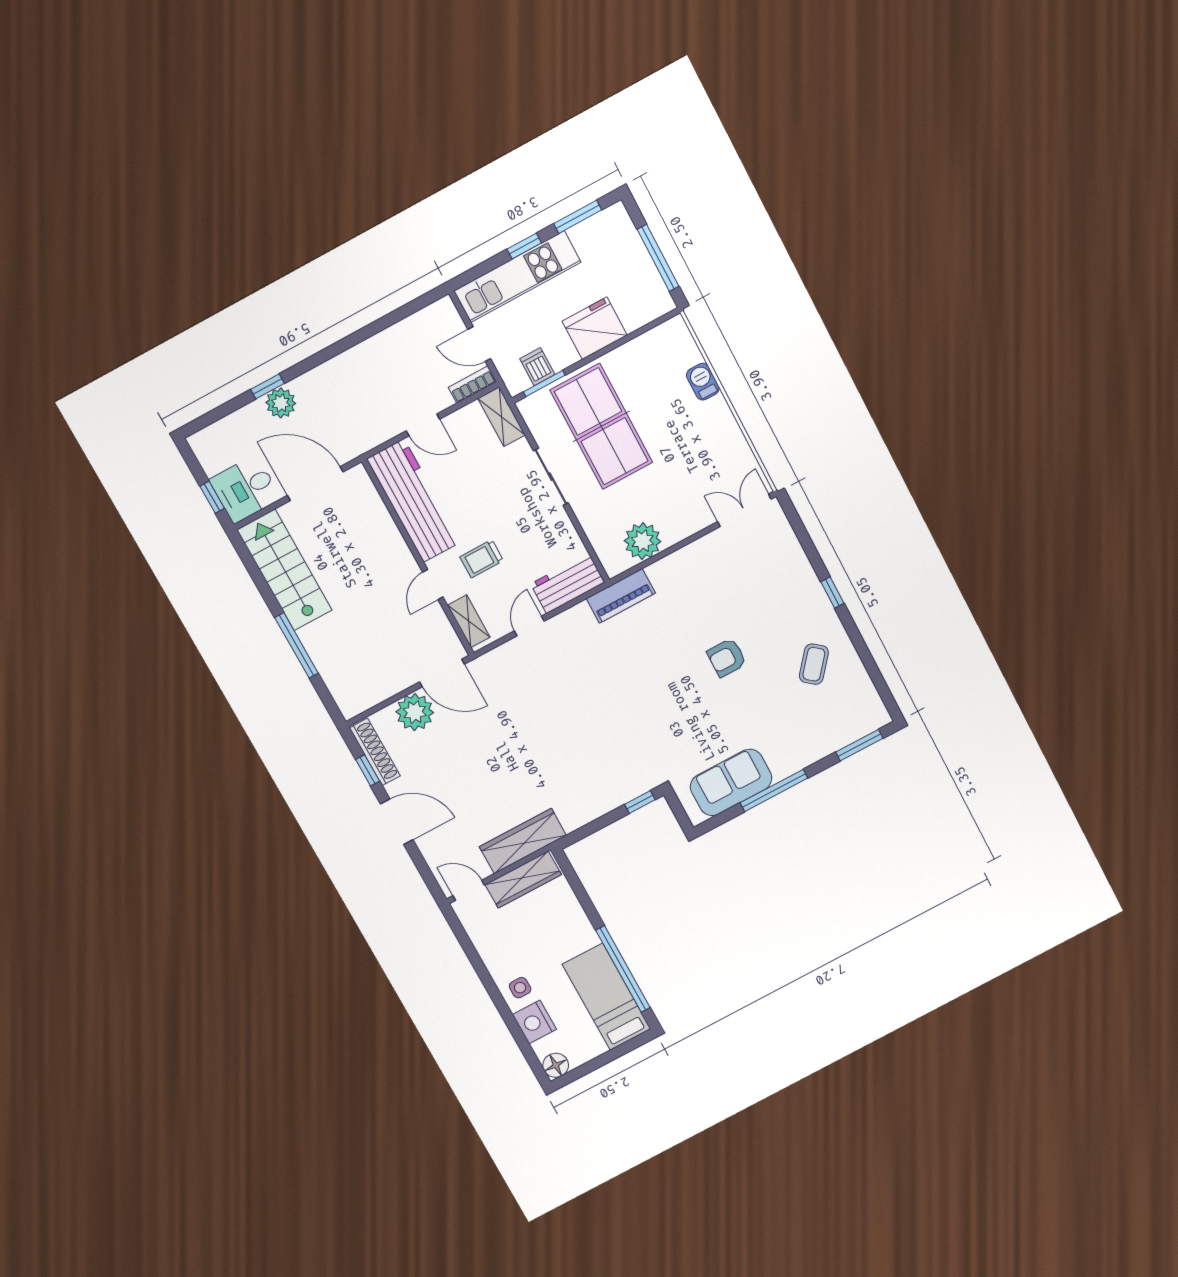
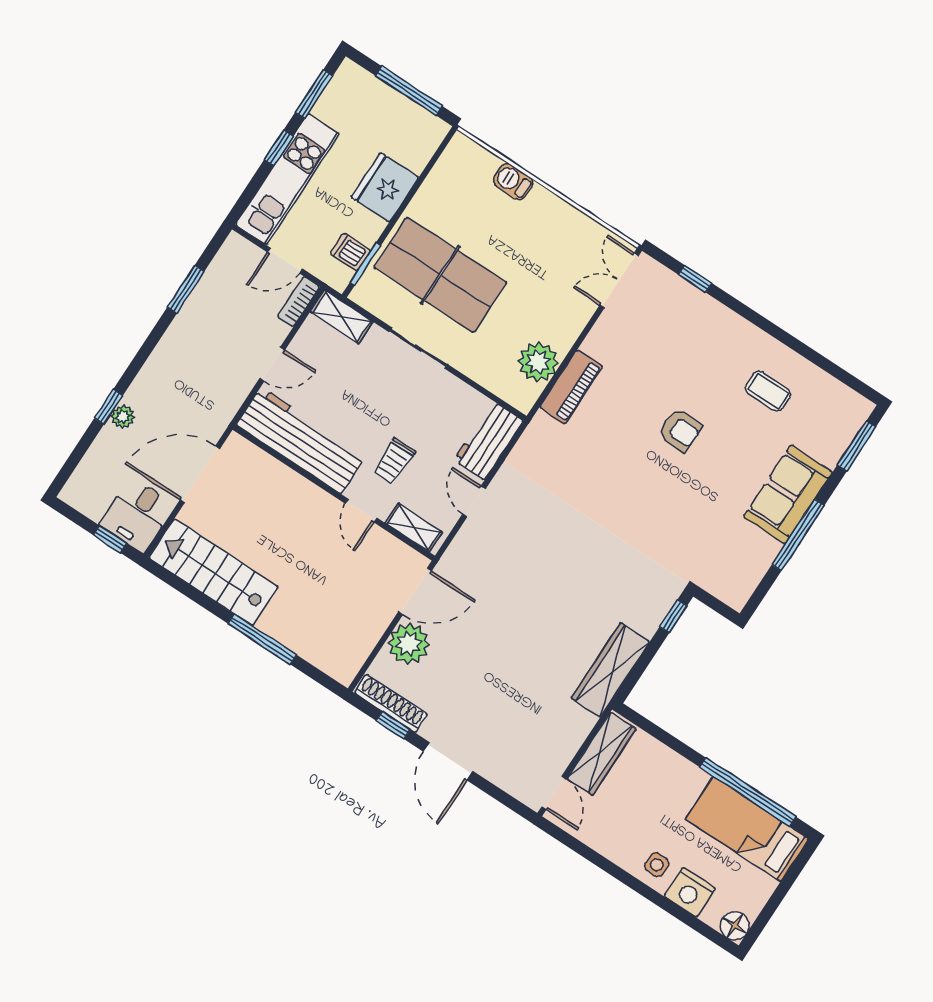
window: (383, 323) -> (186, 289), added
plant: (281, 403) -> (123, 417), width x0.73, depth x0.73
window: (832, 593) -> (695, 279), moved
piano: (621, 596) -> (571, 387), moved
armchair: (727, 658) -> (680, 430), turned -89
coffee table: (814, 664) -> (768, 391), turned -39
sofa: (731, 782) -> (788, 494), moved
door: (397, 822) -> (448, 761), swing flipped
wardrobe: (523, 841) -> (610, 670), moved
door: (469, 890) -> (554, 793), swing flipped

